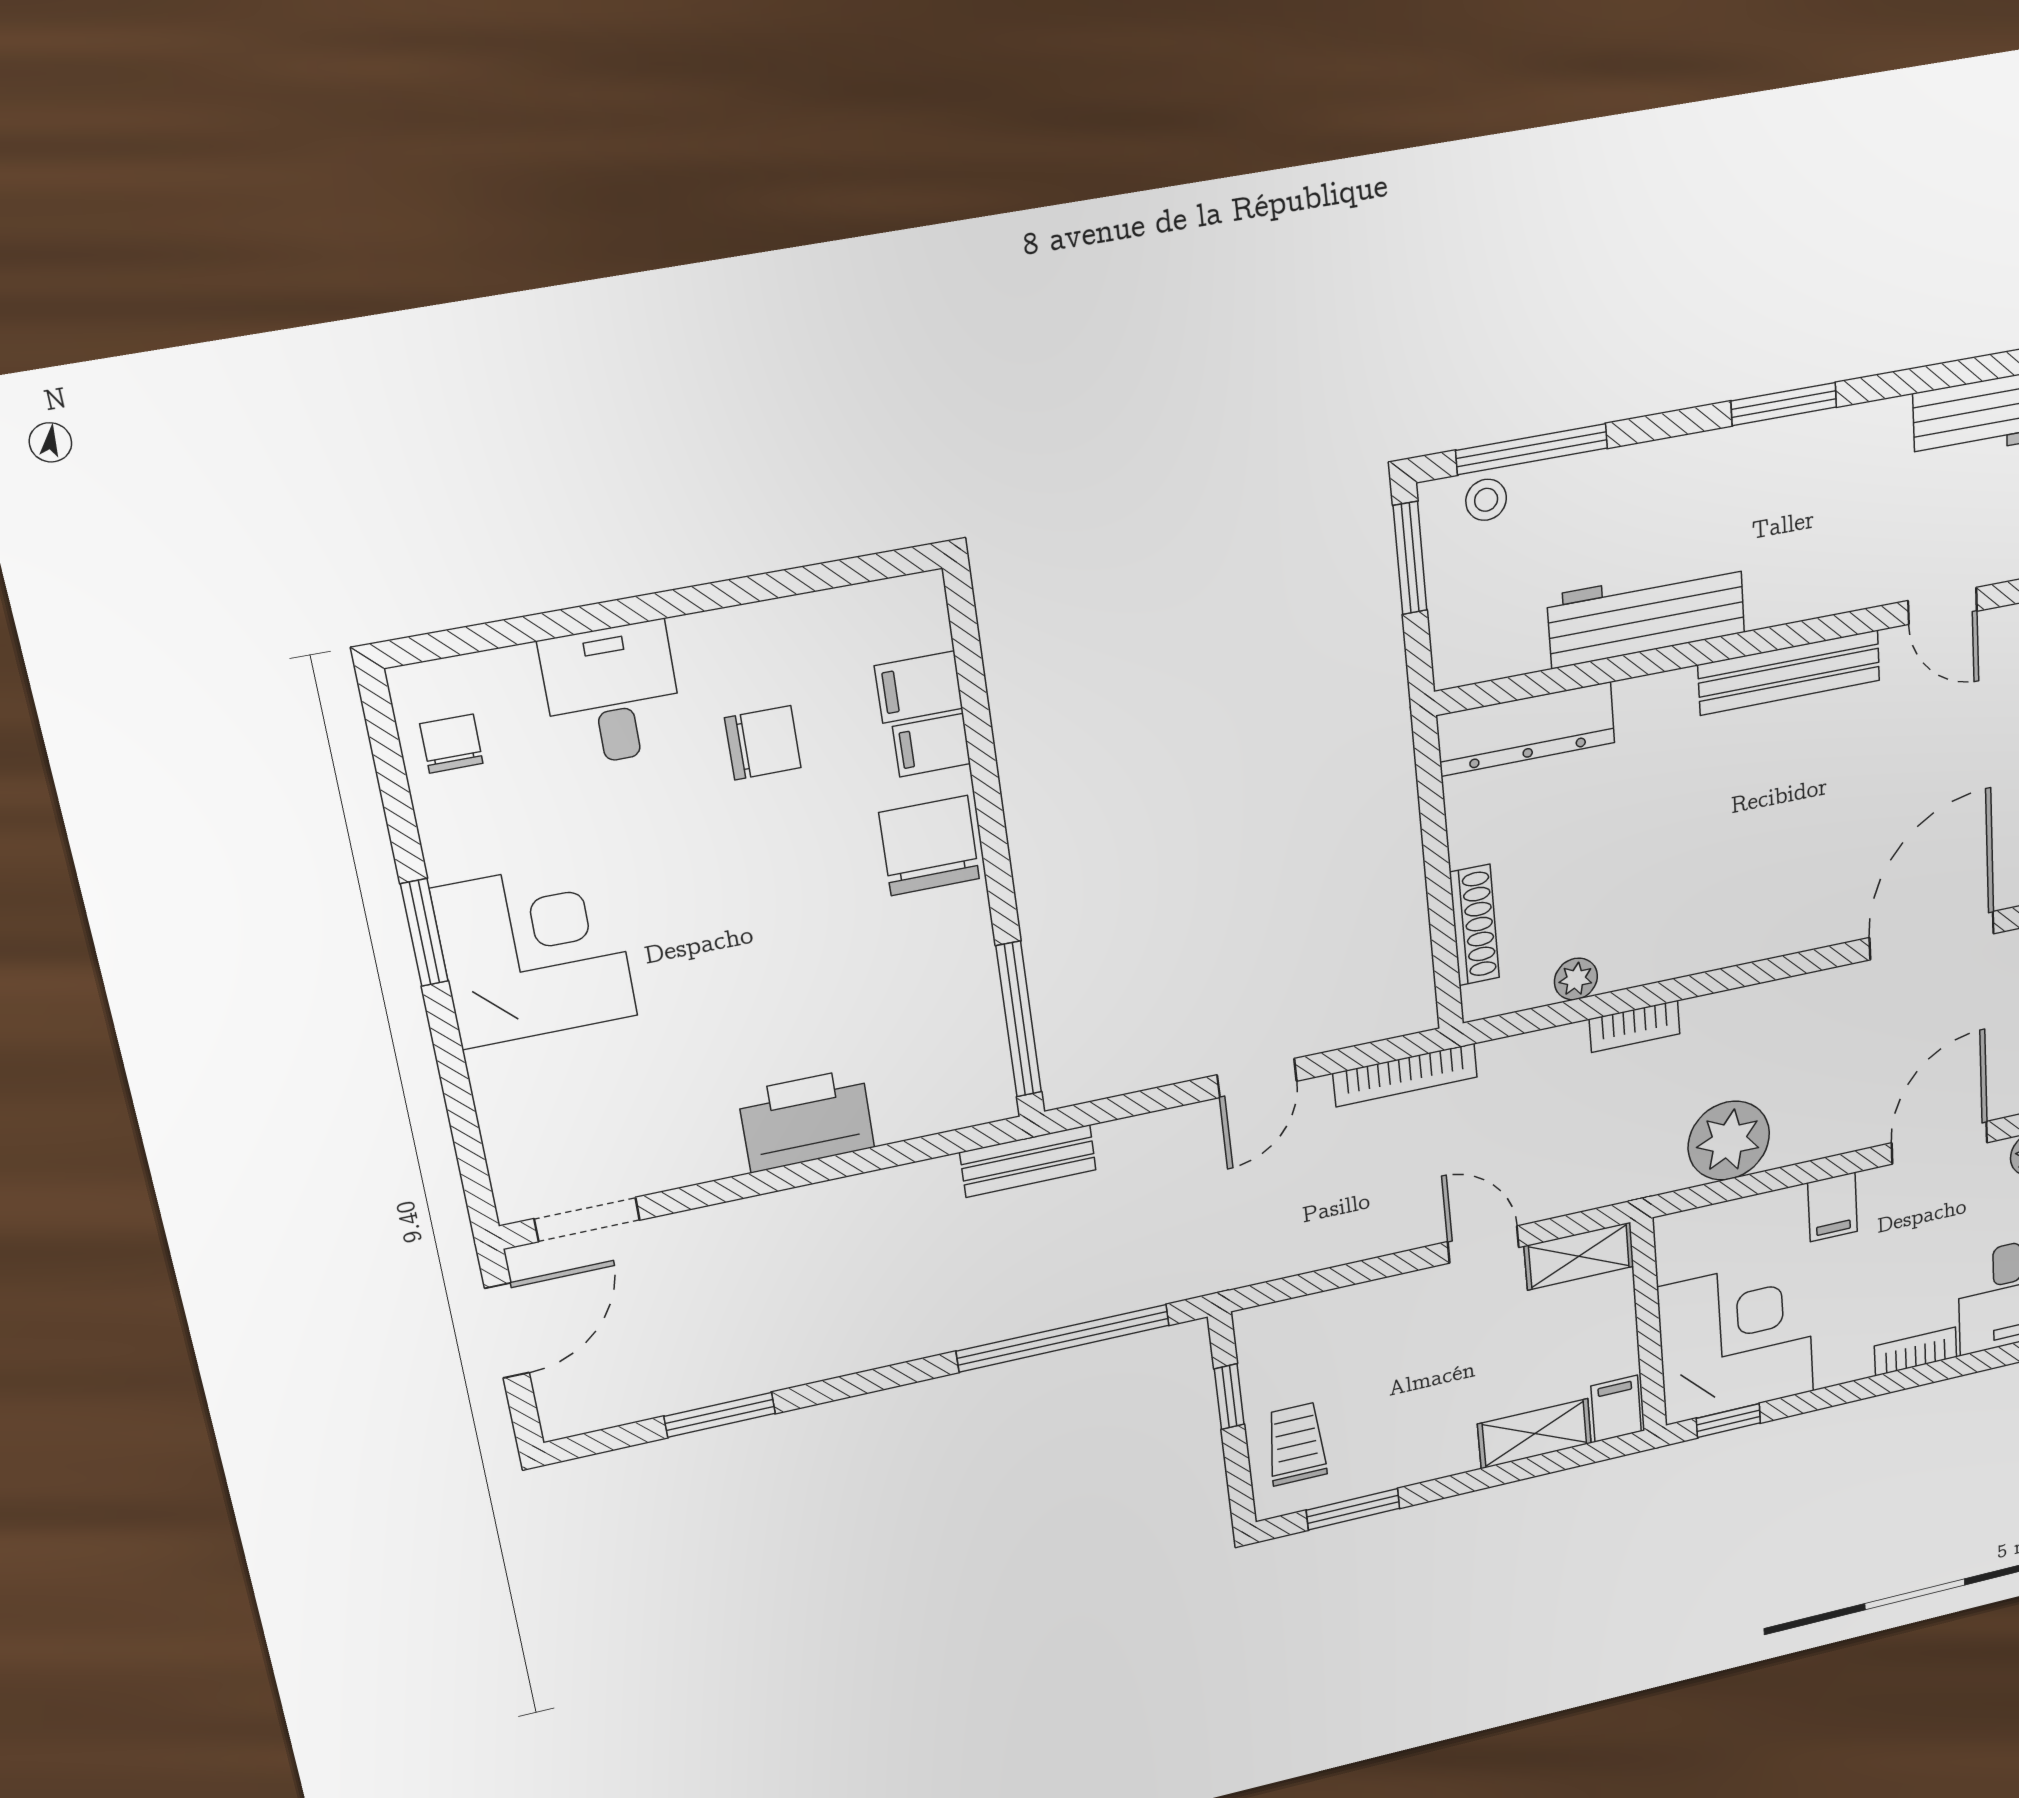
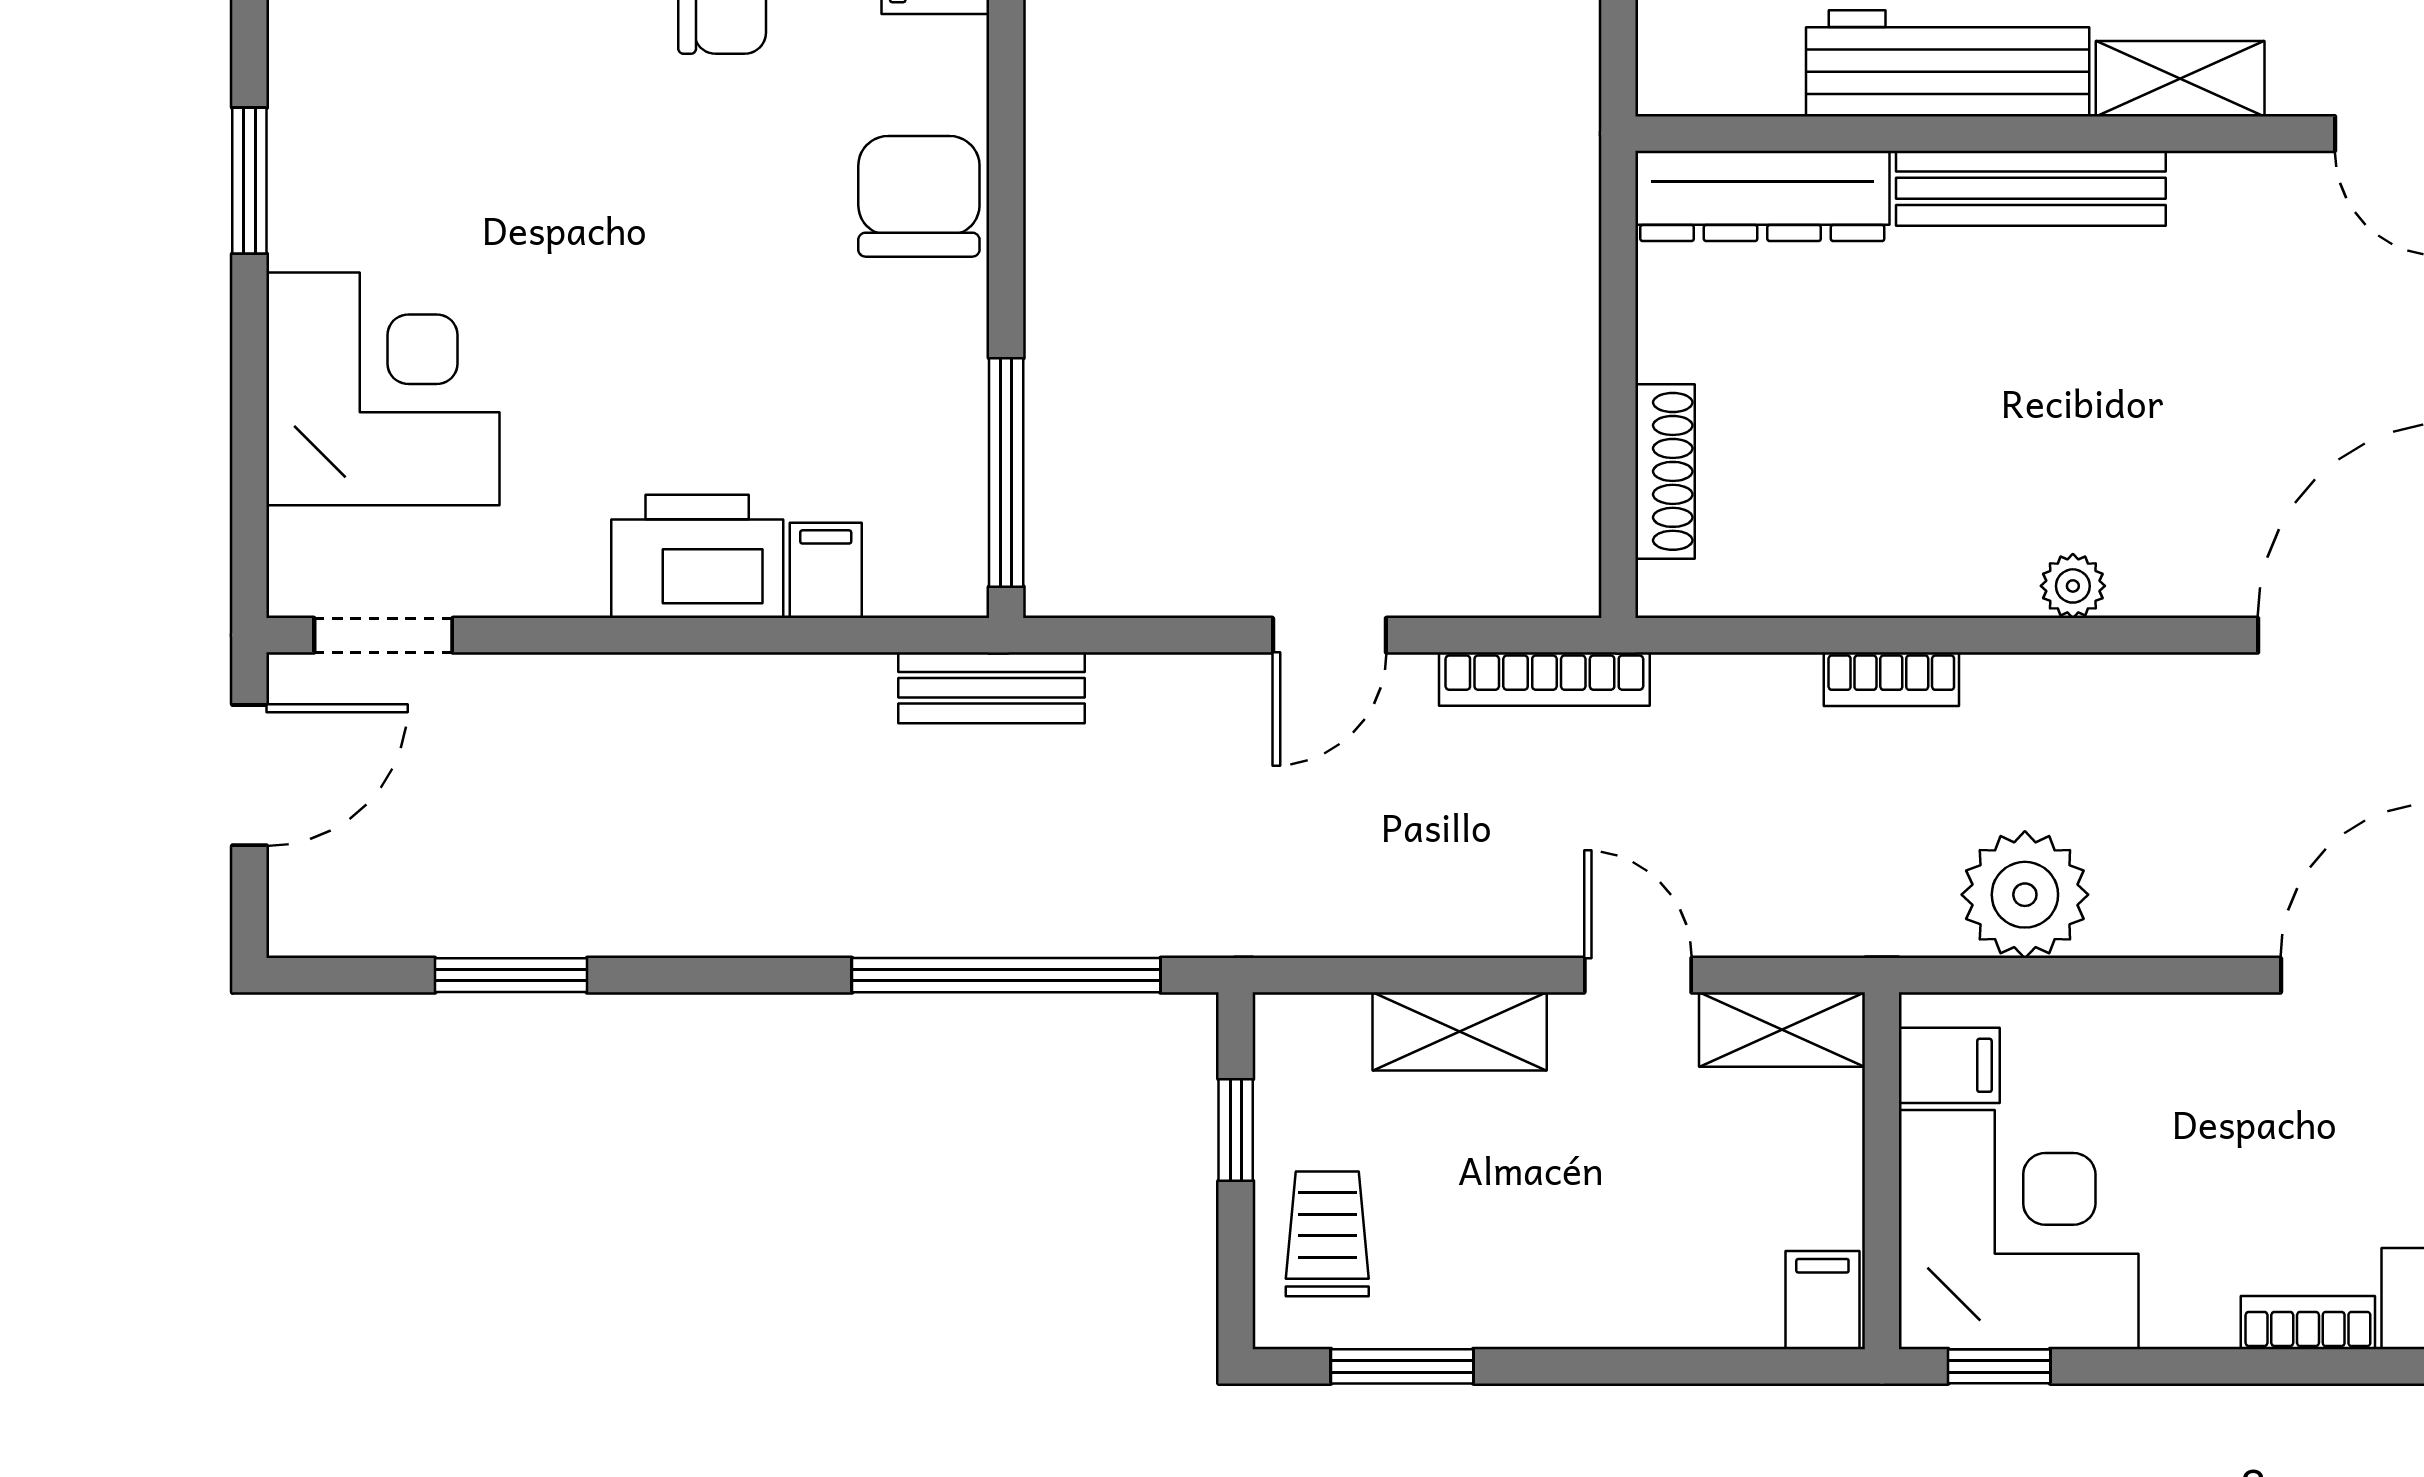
shelving: (1804, 595) -> (2180, 79), added
bench: (1789, 673) -> (2031, 188), moved
filing cabinet: (932, 745) -> (826, 570), moved, turned 90
corner desk: (535, 953) -> (383, 389), moved
plant: (1576, 979) -> (2073, 586), moved
filing cabinet: (1833, 1207) -> (1949, 1065), moved, turned -90
shelving: (1535, 1434) -> (1460, 1031), moved

